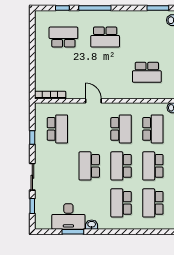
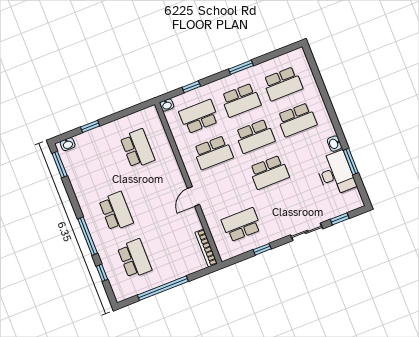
school desk: (63, 37) -> (135, 259), turned 180
window: (32, 50) -> (163, 288), added
school desk: (121, 129) -> (213, 153), turned 180

